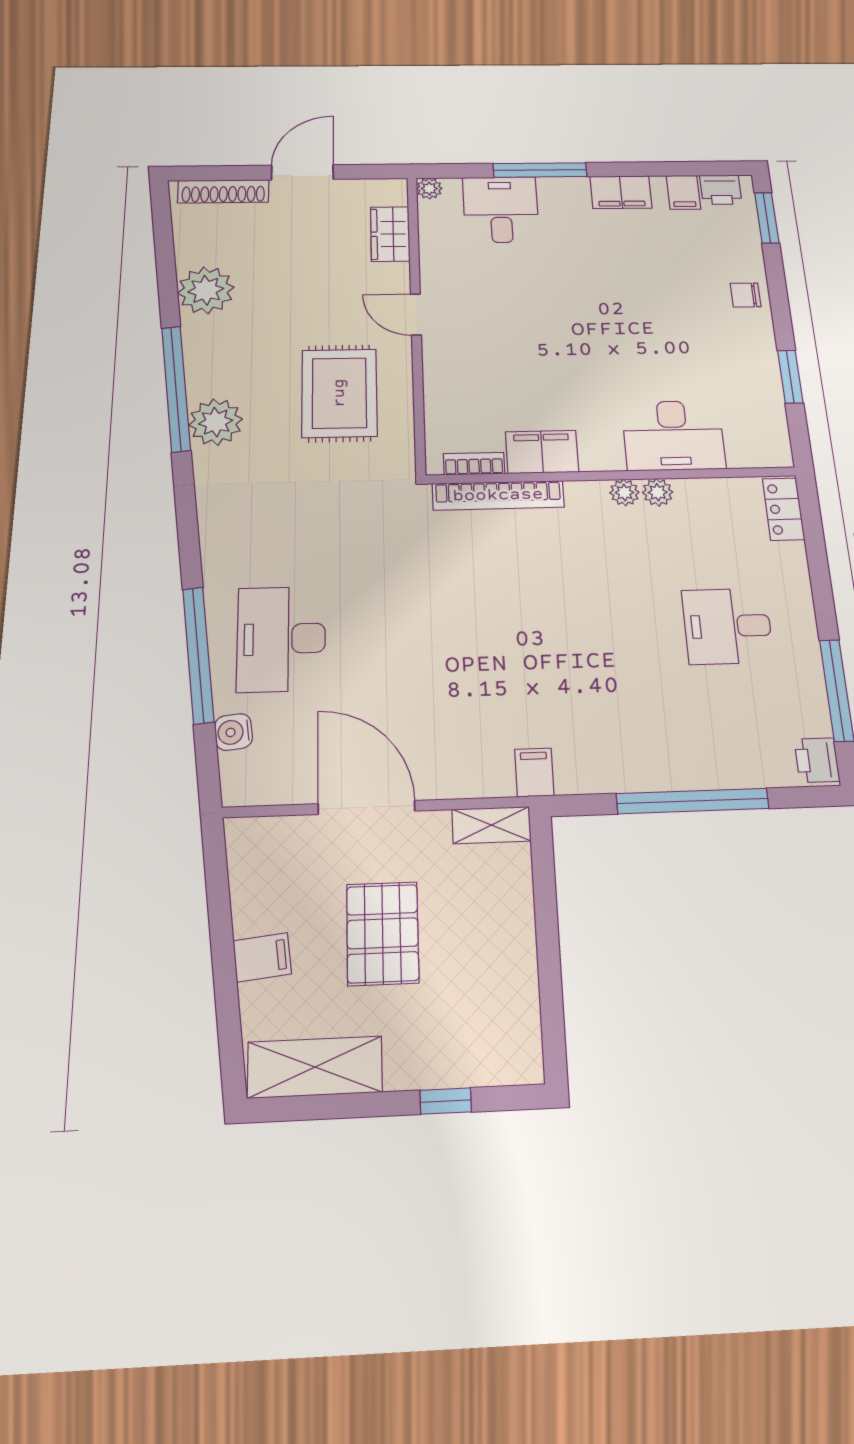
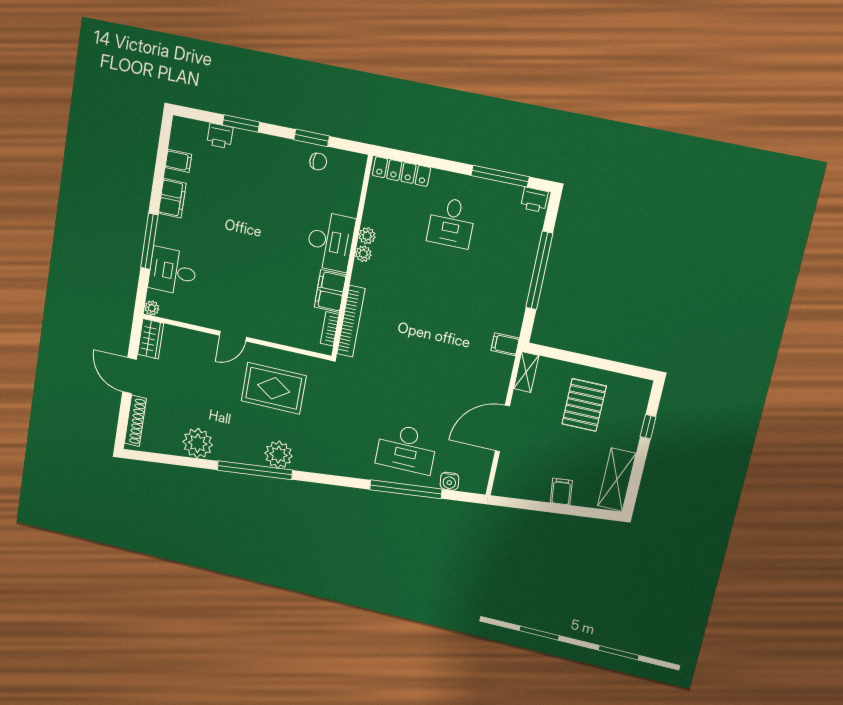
printer: (721, 190) -> (220, 136), moved, turned 90
window: (767, 218) -> (241, 124), moved
wardrobe: (390, 234) -> (150, 339), moved, turned -90
chair: (746, 295) -> (318, 162), moved, turned -90
desk: (673, 435) -> (330, 242), moved
locker: (784, 509) -> (401, 172), width x1.53
pallet: (383, 933) -> (584, 405), moved, turned 90

